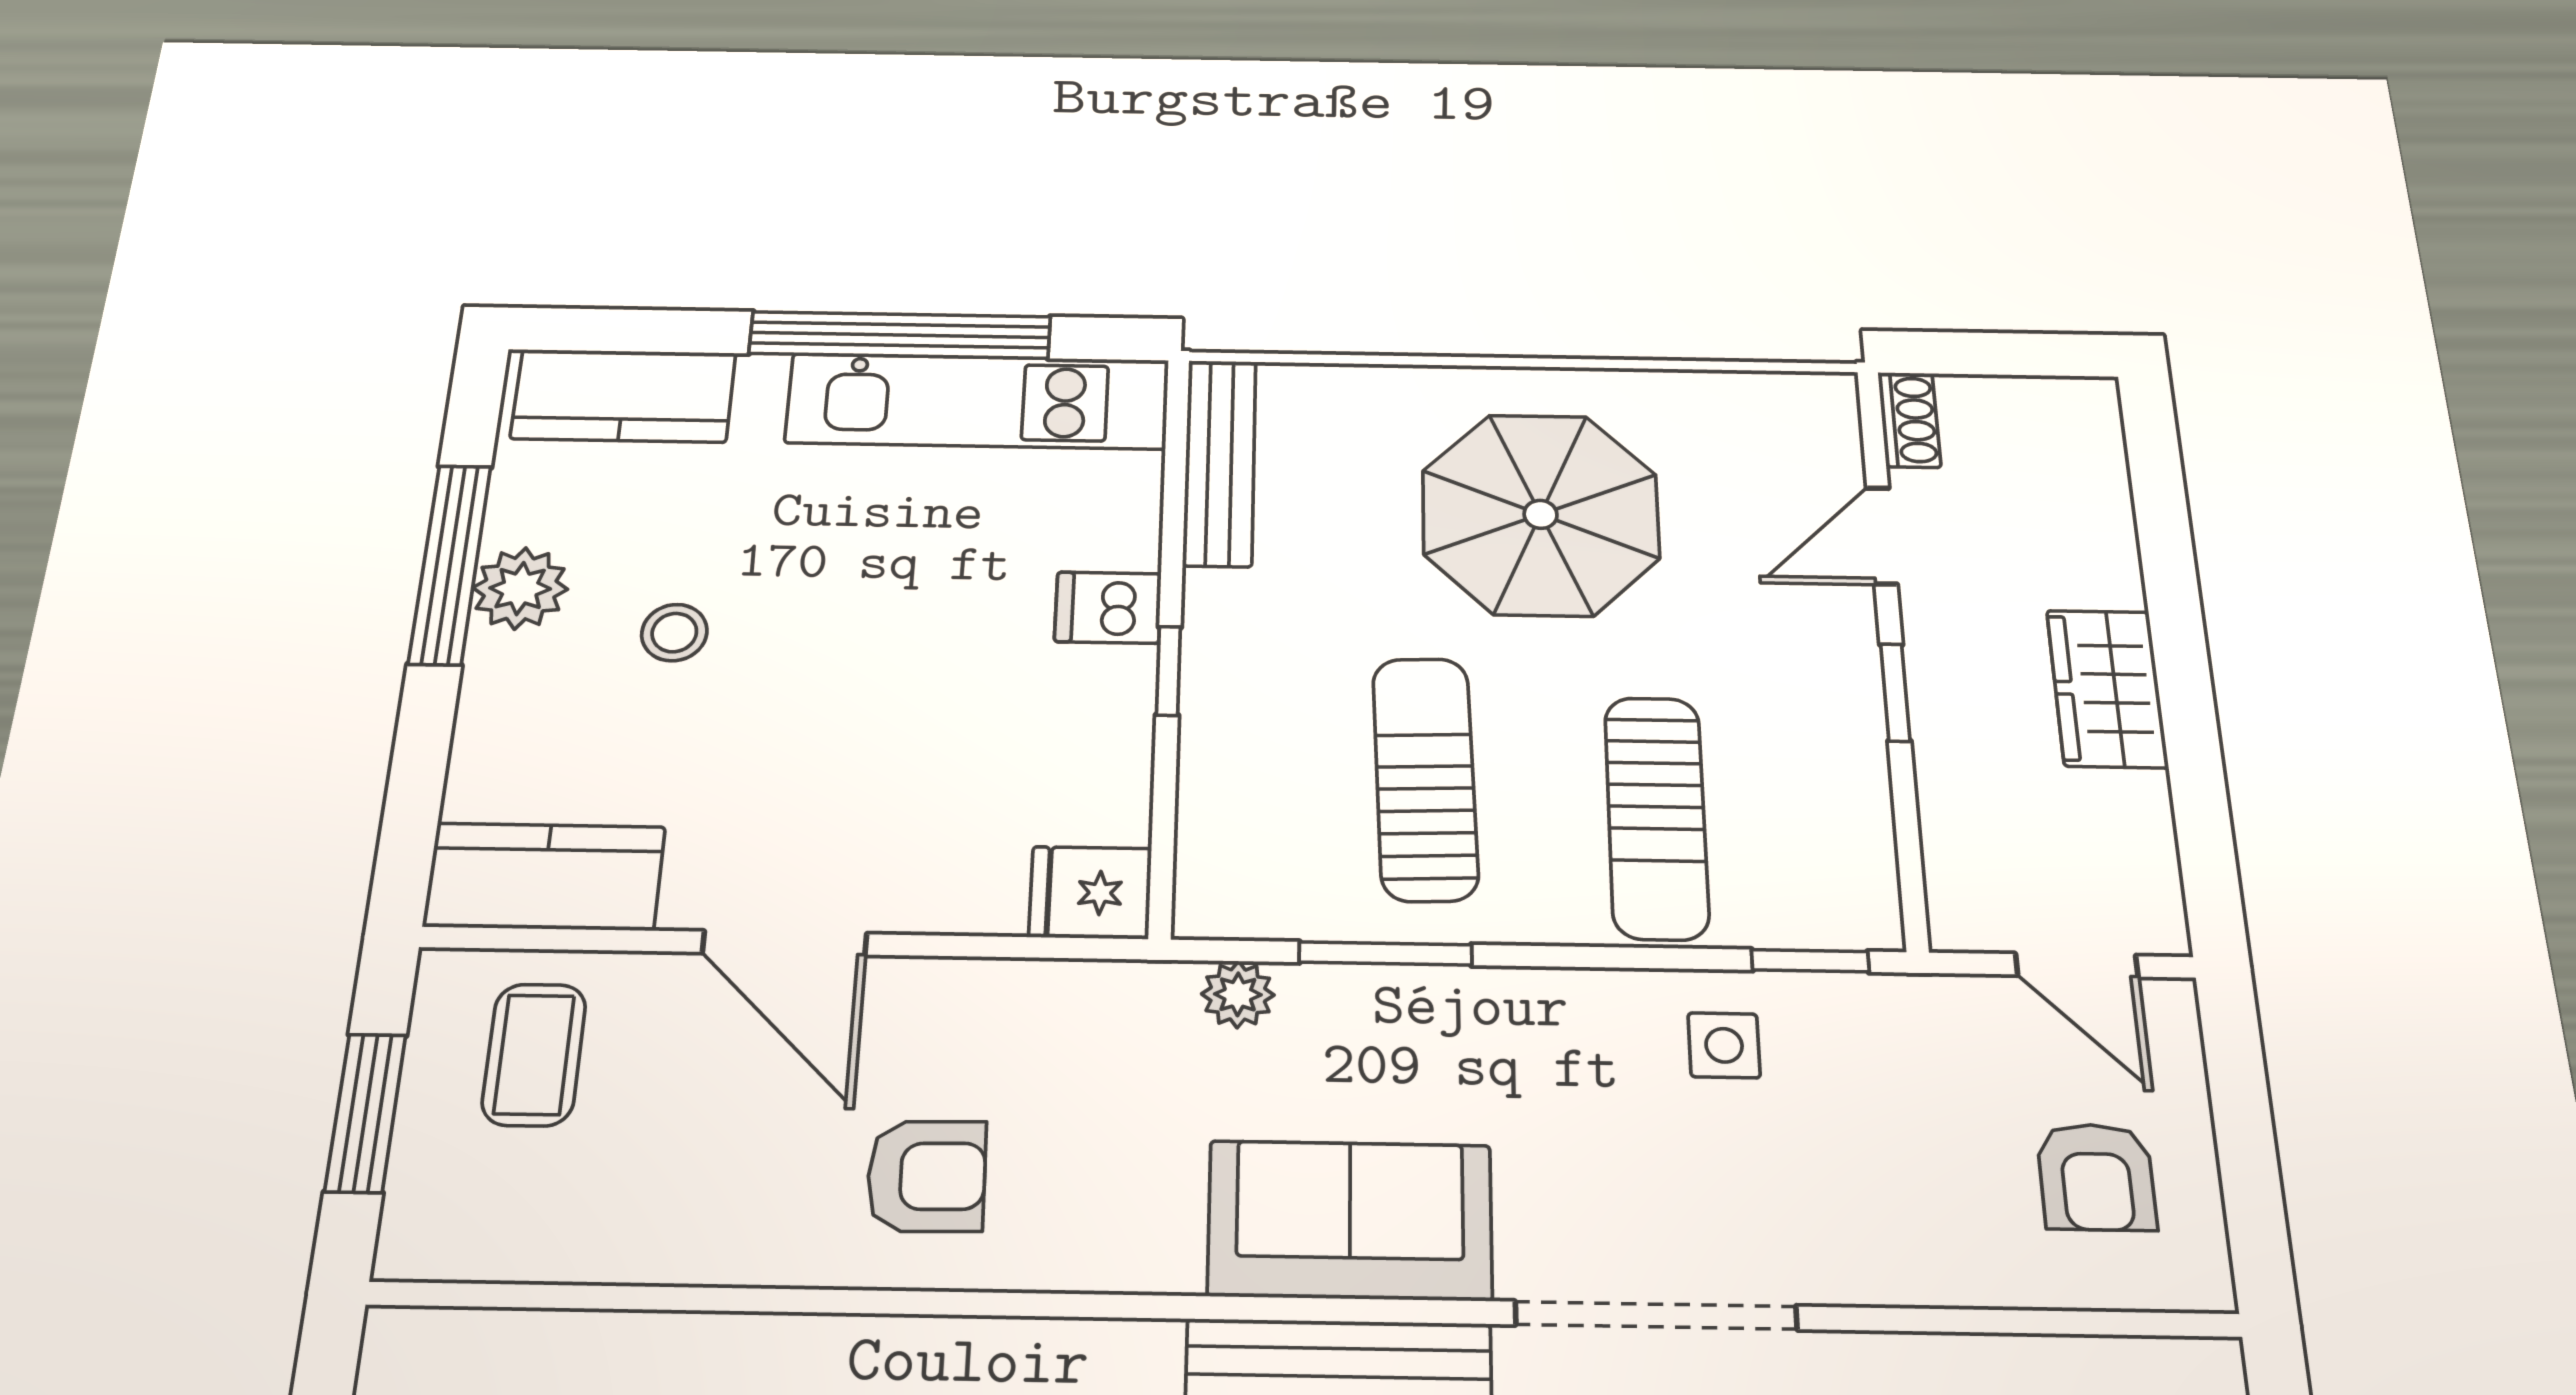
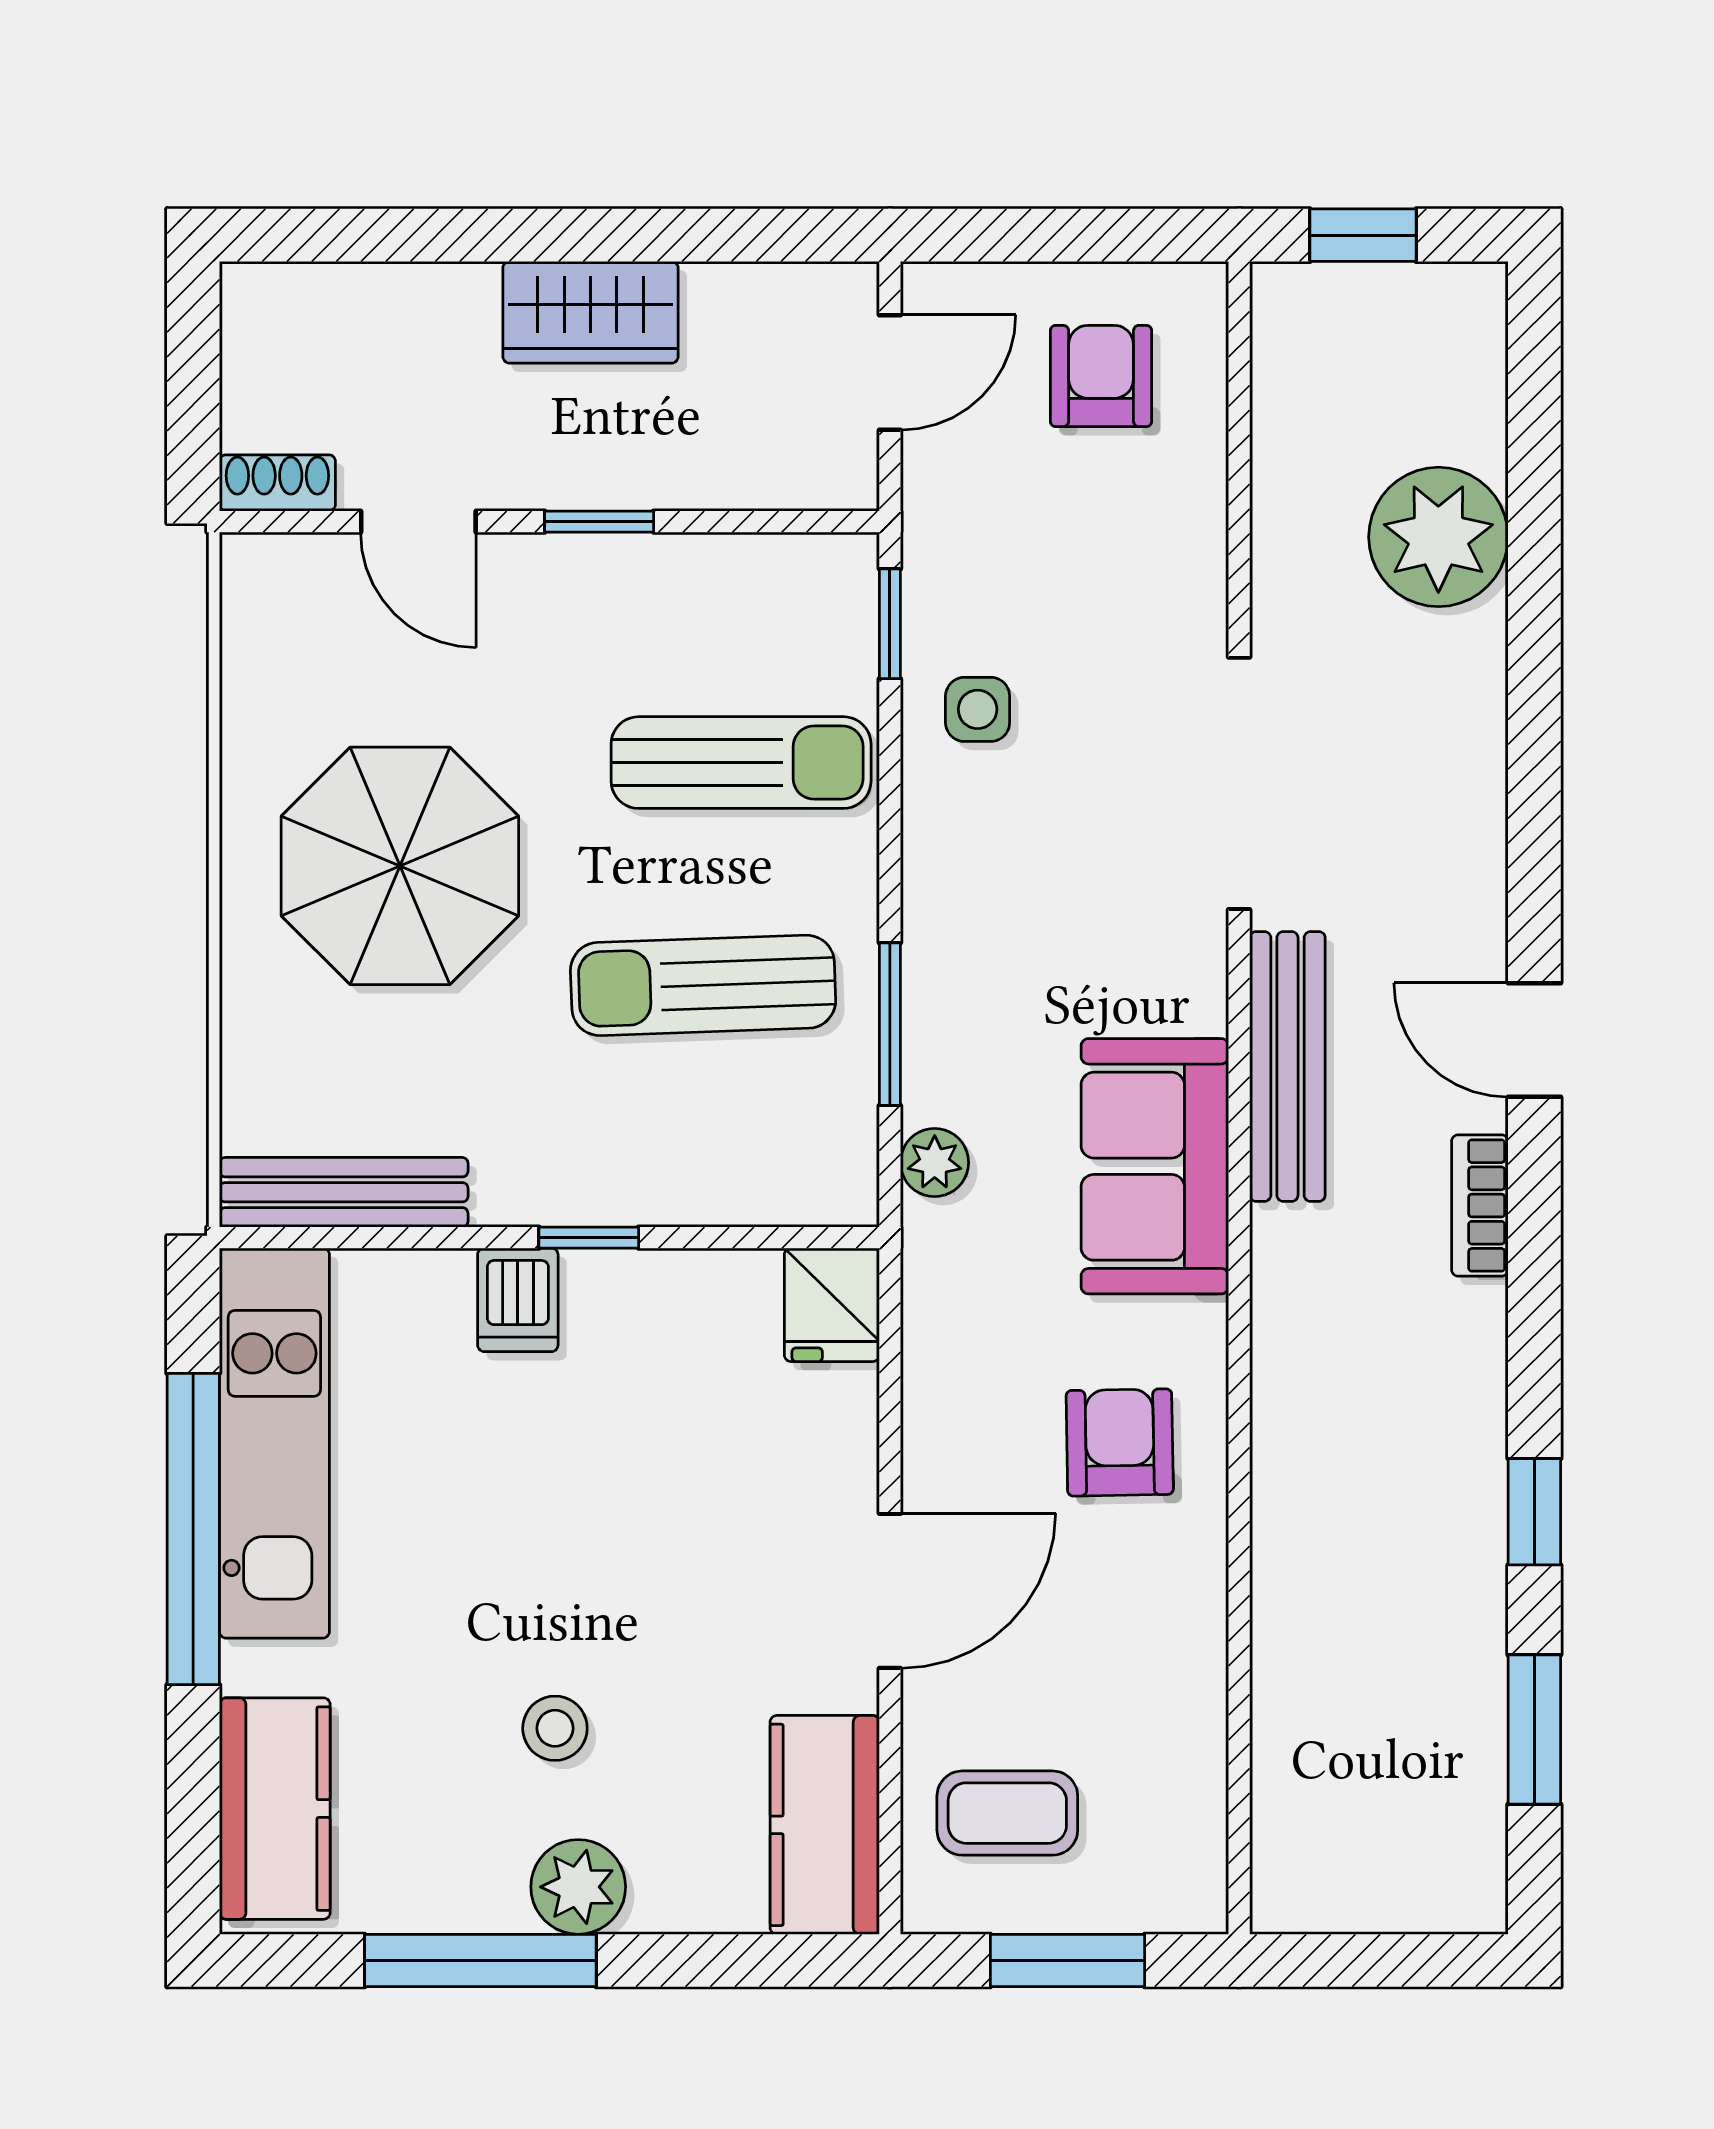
plant: (520, 588) -> (578, 1887), moved
armchair: (2096, 1177) -> (1101, 376), turned -90
sofa: (1350, 1220) -> (1155, 1166), moved

